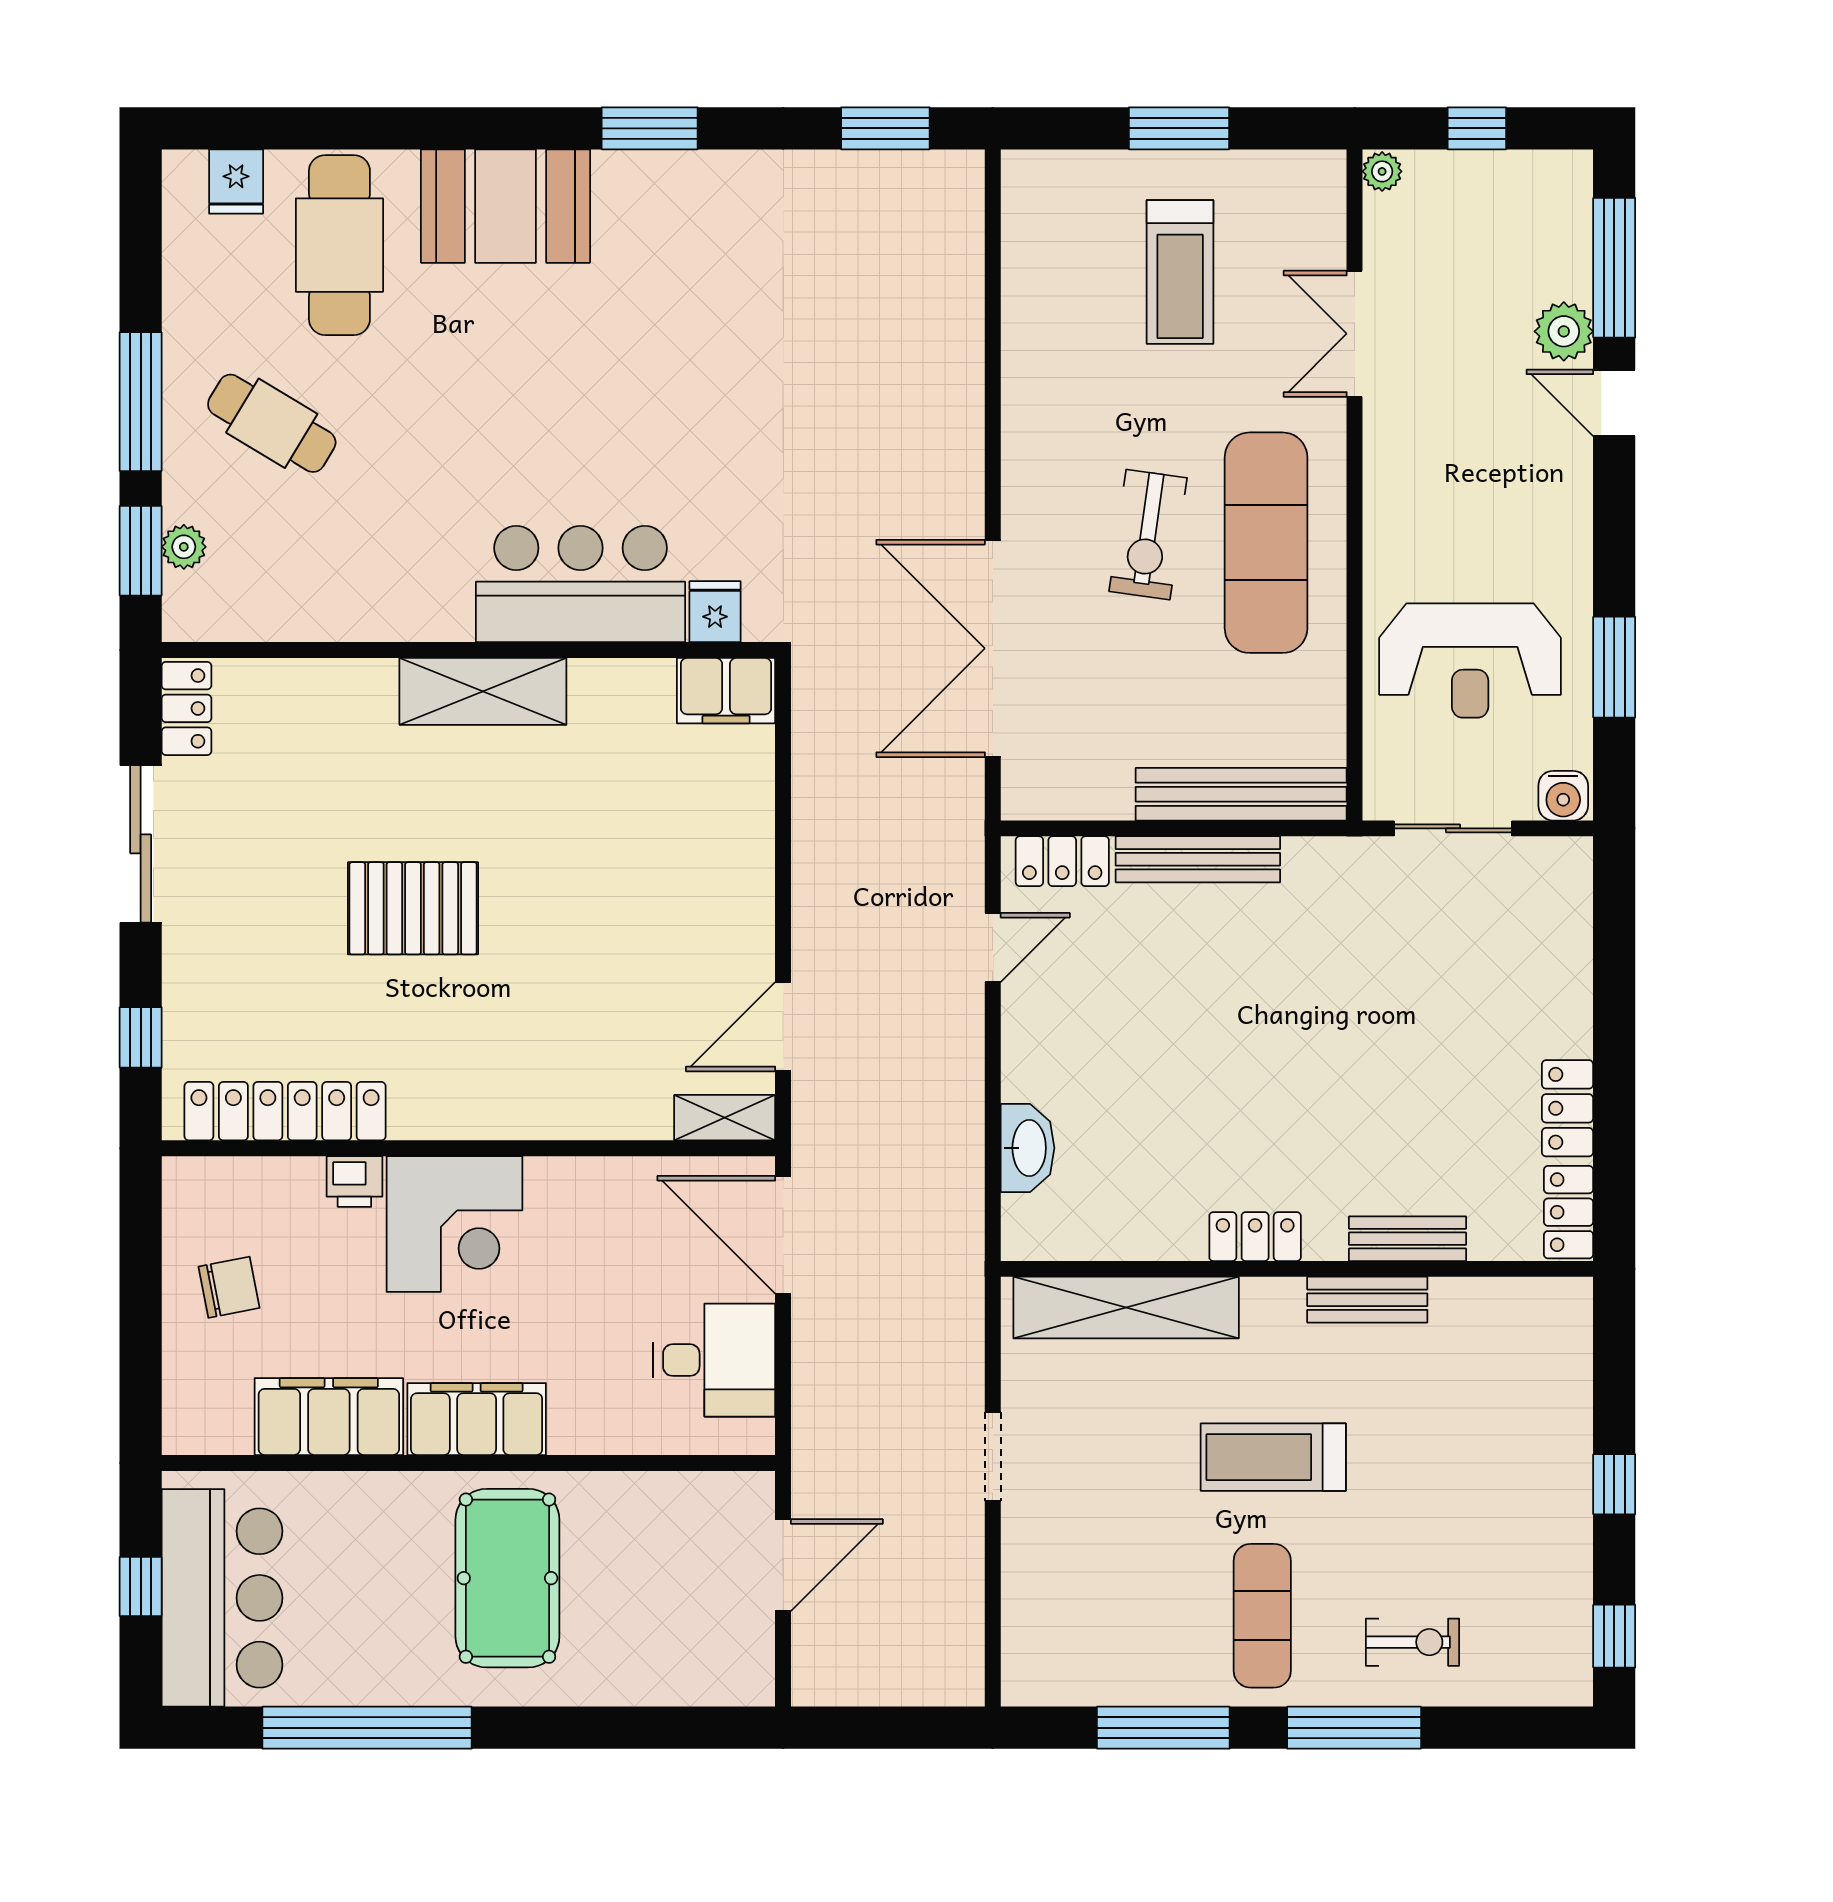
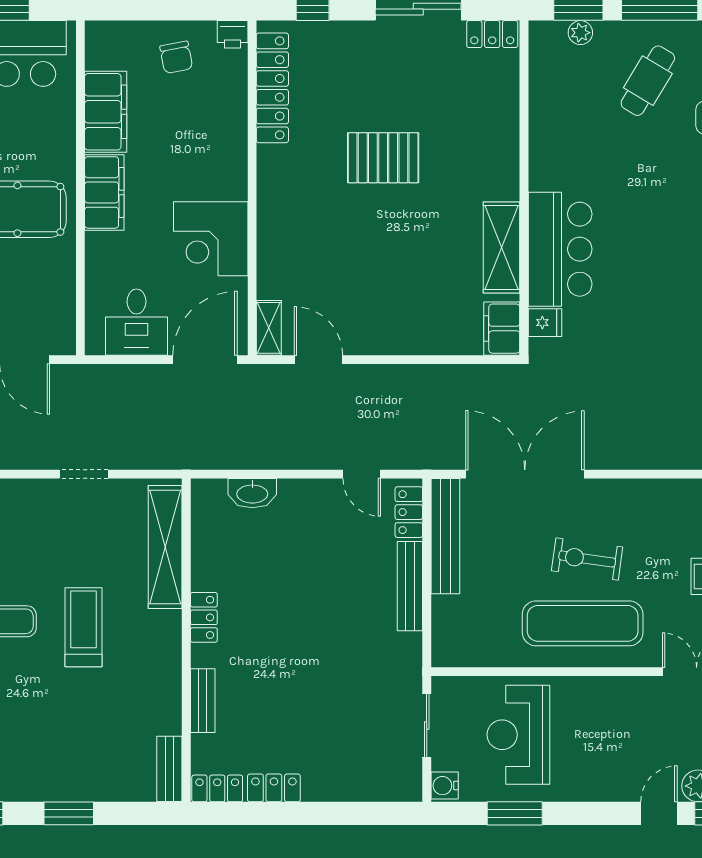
shelving: (483, 691) -> (501, 247), moved
bench: (1241, 794) -> (445, 536), moved
pallet: (413, 908) -> (383, 158), turned 90
printer: (354, 1182) -> (233, 34), moved, turned -90
corner desk: (454, 1224) -> (211, 239), moved
bench: (1367, 1300) -> (169, 769), moved
window: (1614, 1484) -> (69, 813), width x1.50

